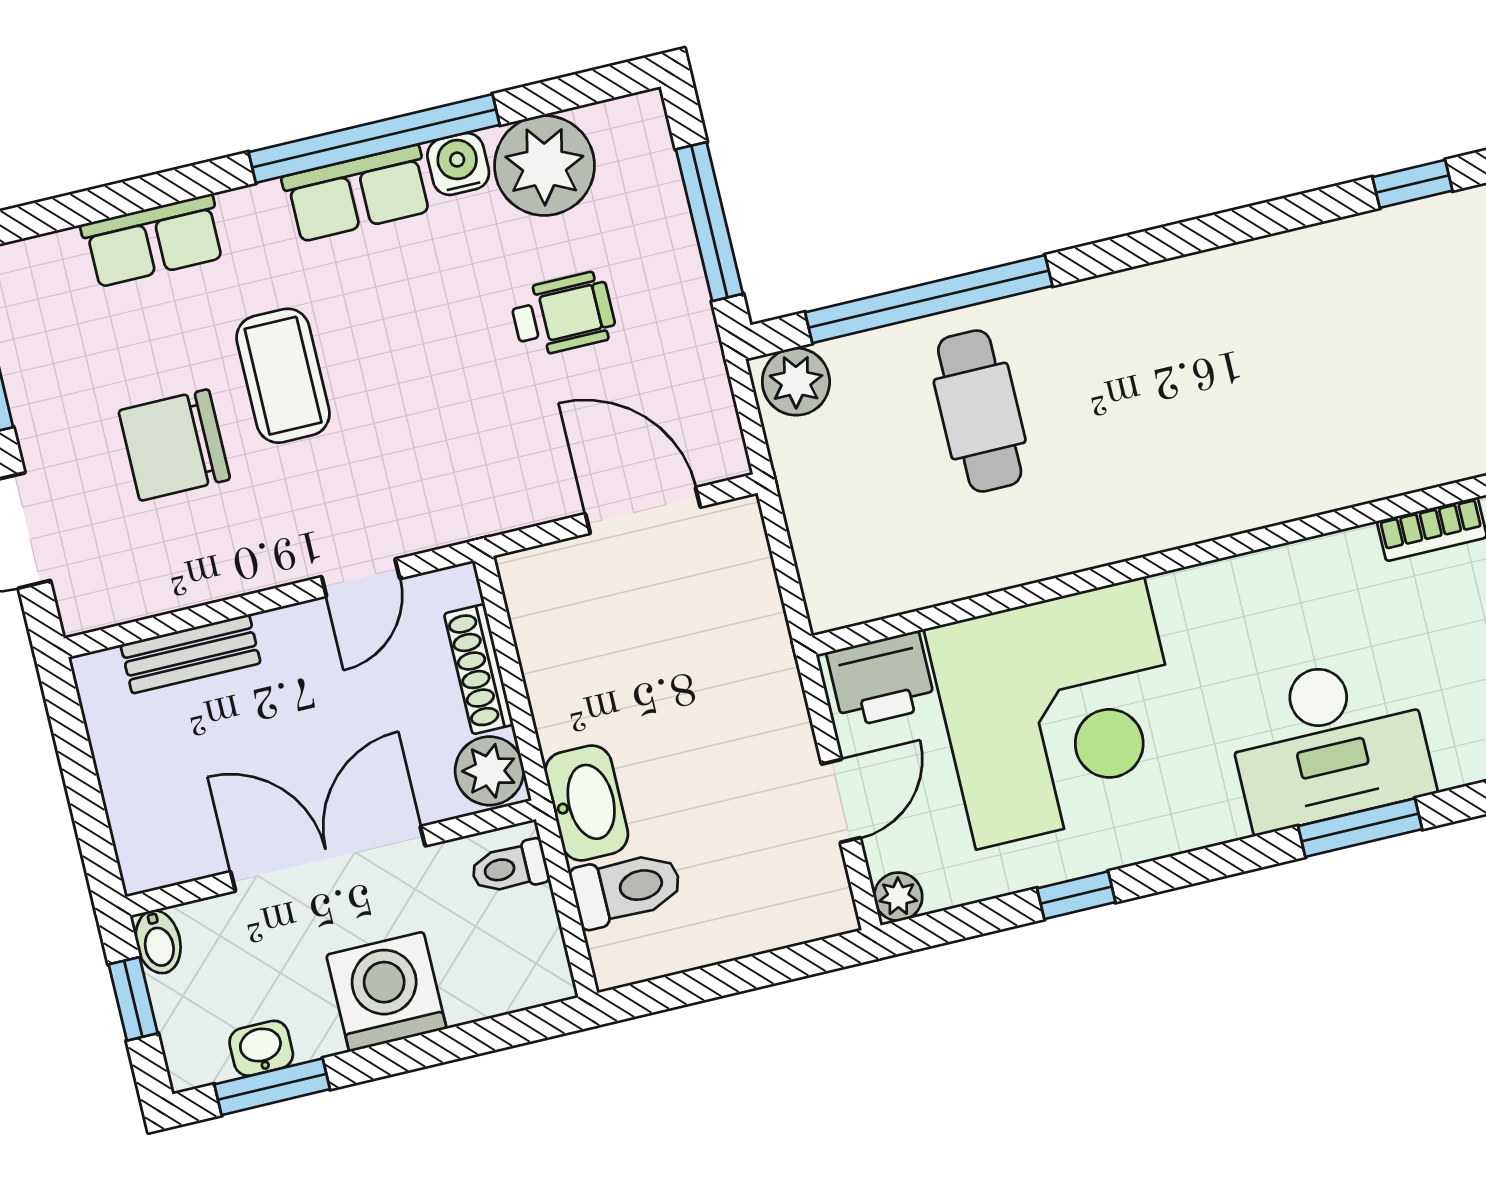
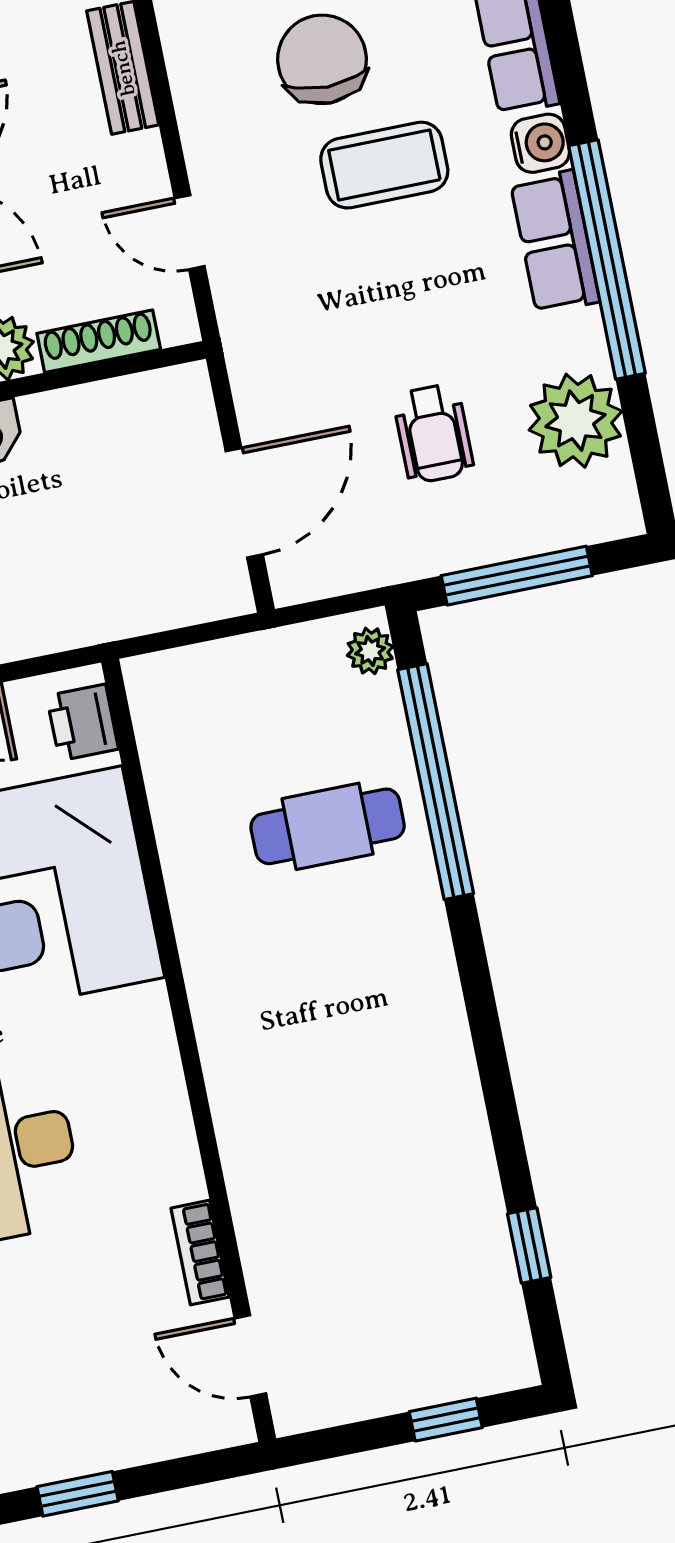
water cooler: (458, 164) -> (540, 143), moved
plant: (796, 382) -> (370, 651), width x0.73, depth x0.73
printer: (881, 680) -> (83, 722), width x0.73, depth x0.81

